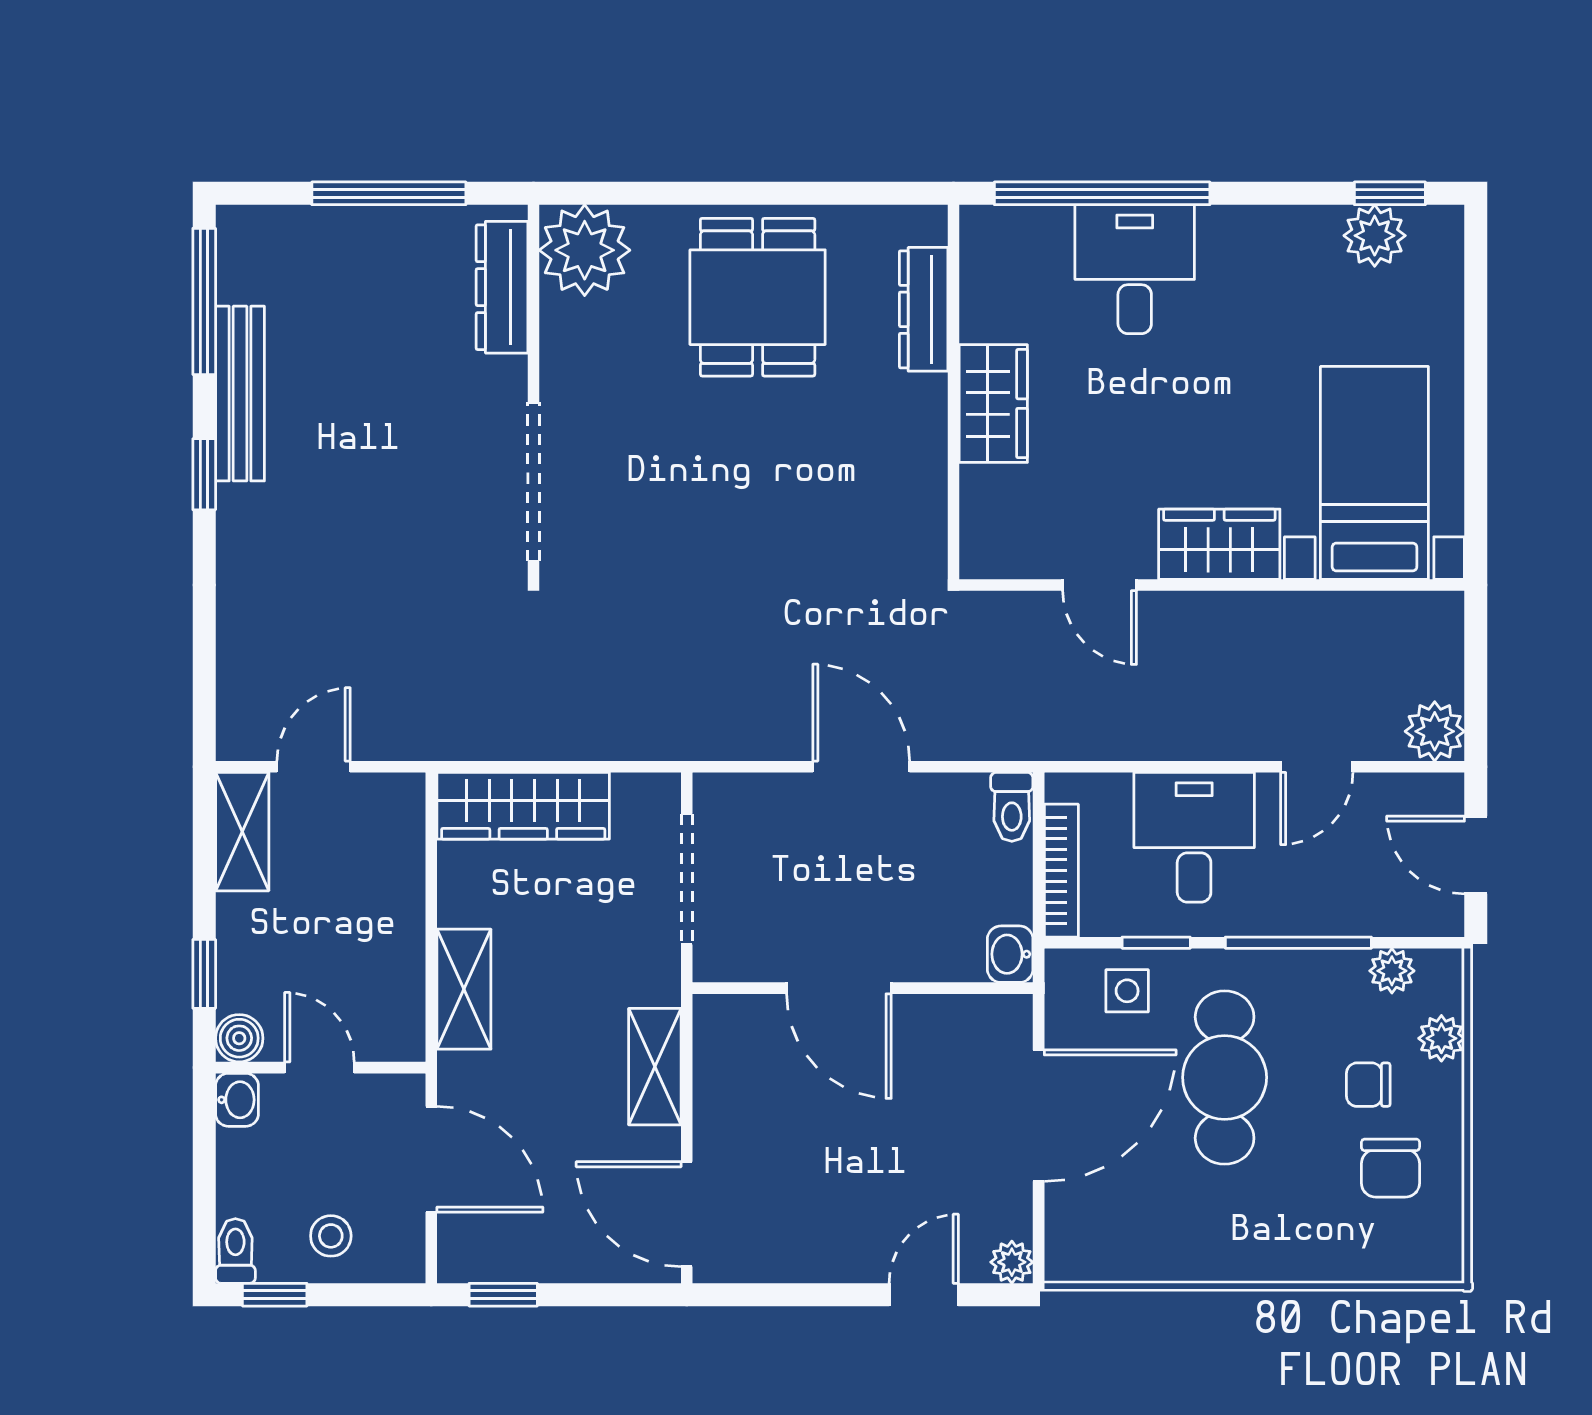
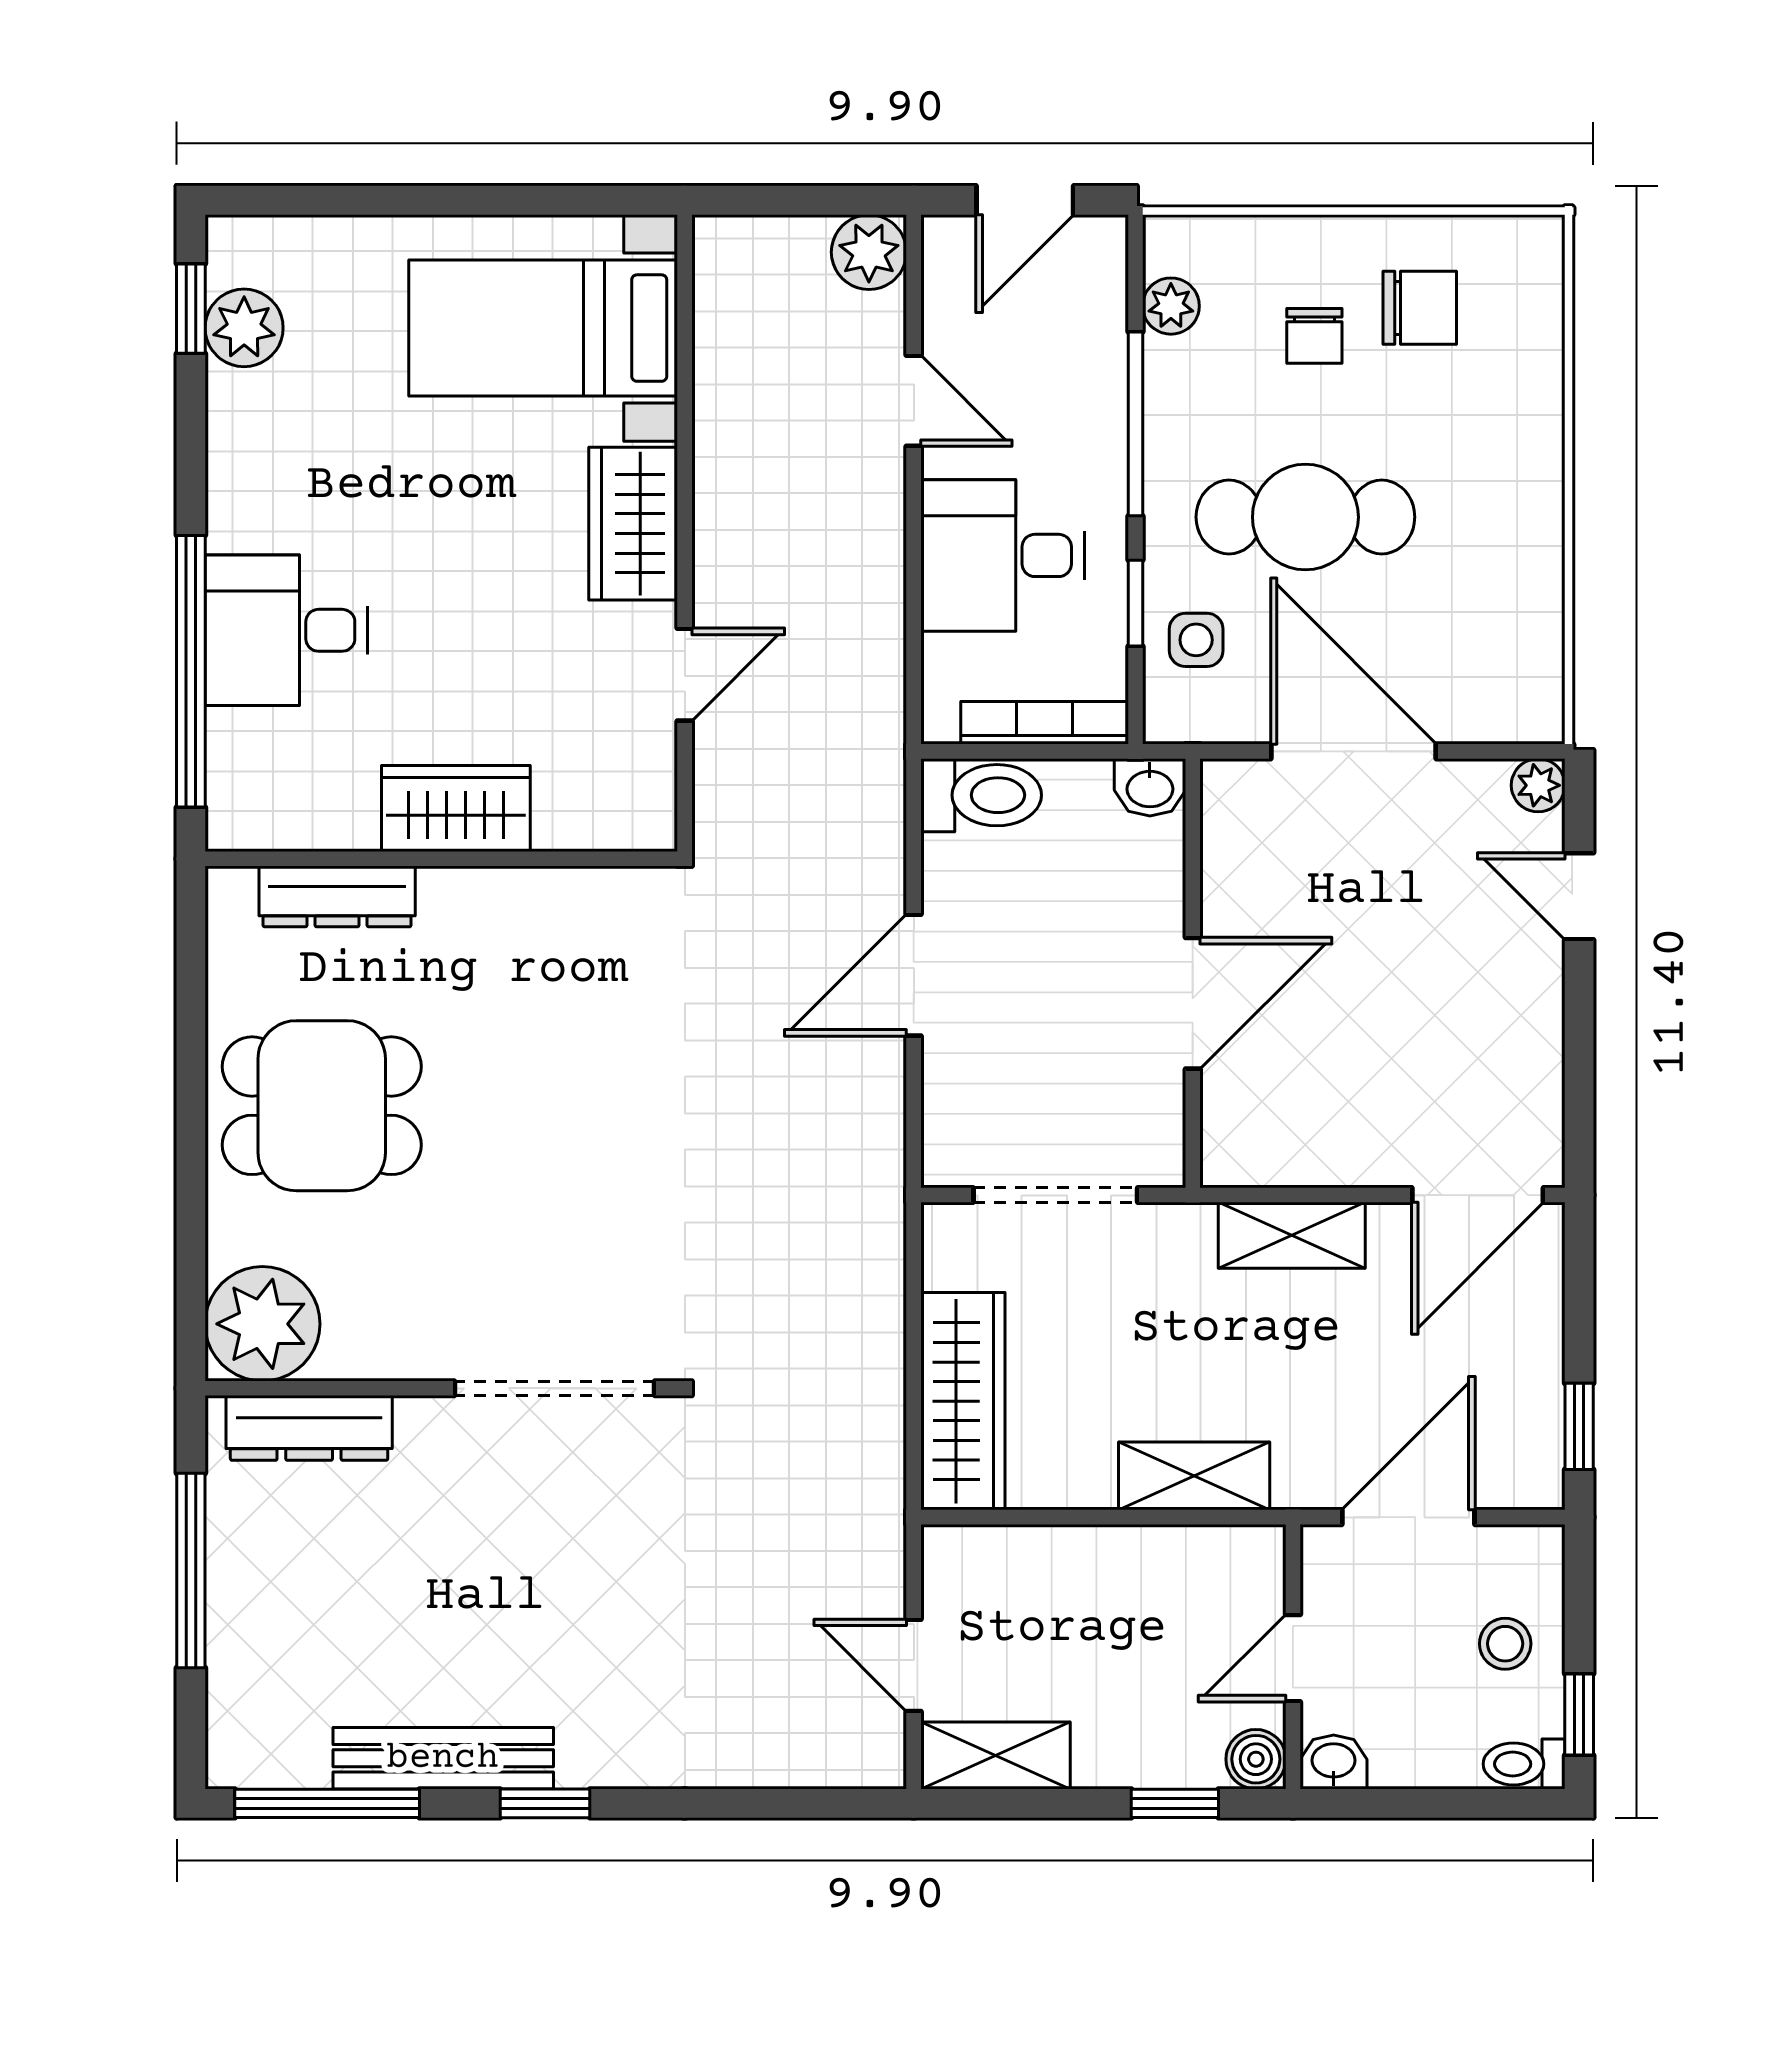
toilet: (1012, 807) -> (981, 795), width x1.37, depth x1.39
plant: (1441, 1038) -> (1256, 244), removed

